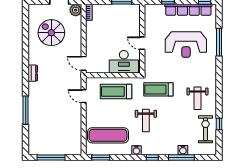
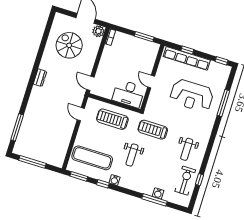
row of seats: (188, 10) -> (187, 58), moved
window: (26, 110) -> (17, 127), moved
window: (152, 157) -> (103, 184), moved

